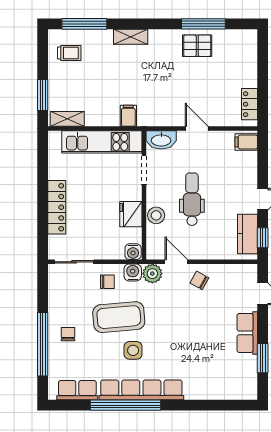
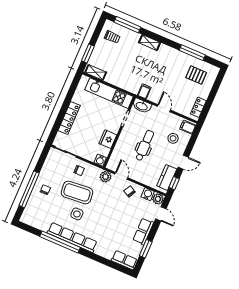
pallet: (197, 46) -> (196, 75), moved
filing cabinet: (128, 116) -> (144, 91), moved
stool: (156, 215) -> (173, 138), moved
water cooler: (133, 272) -> (148, 194), moved
plant: (248, 273) -> (158, 199), added
row of seats: (77, 390) -> (124, 260), moved

